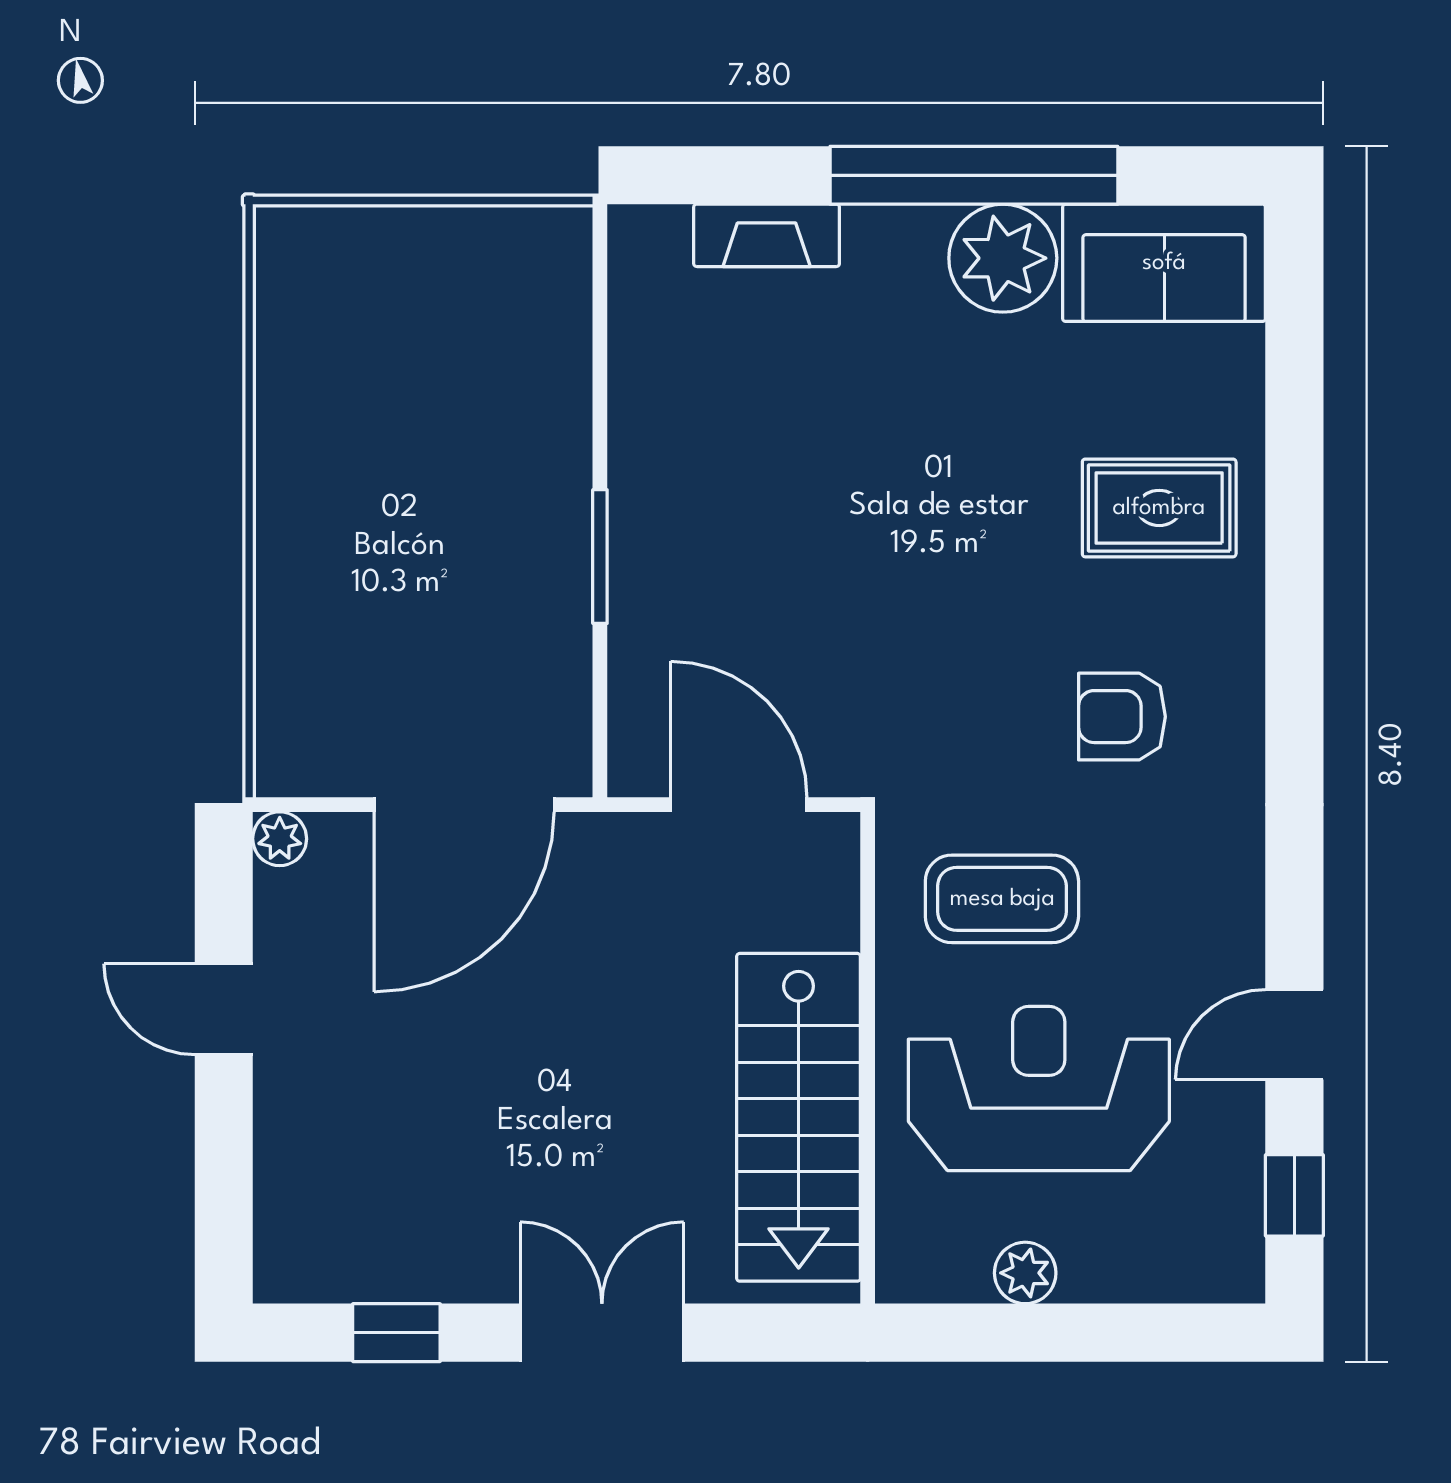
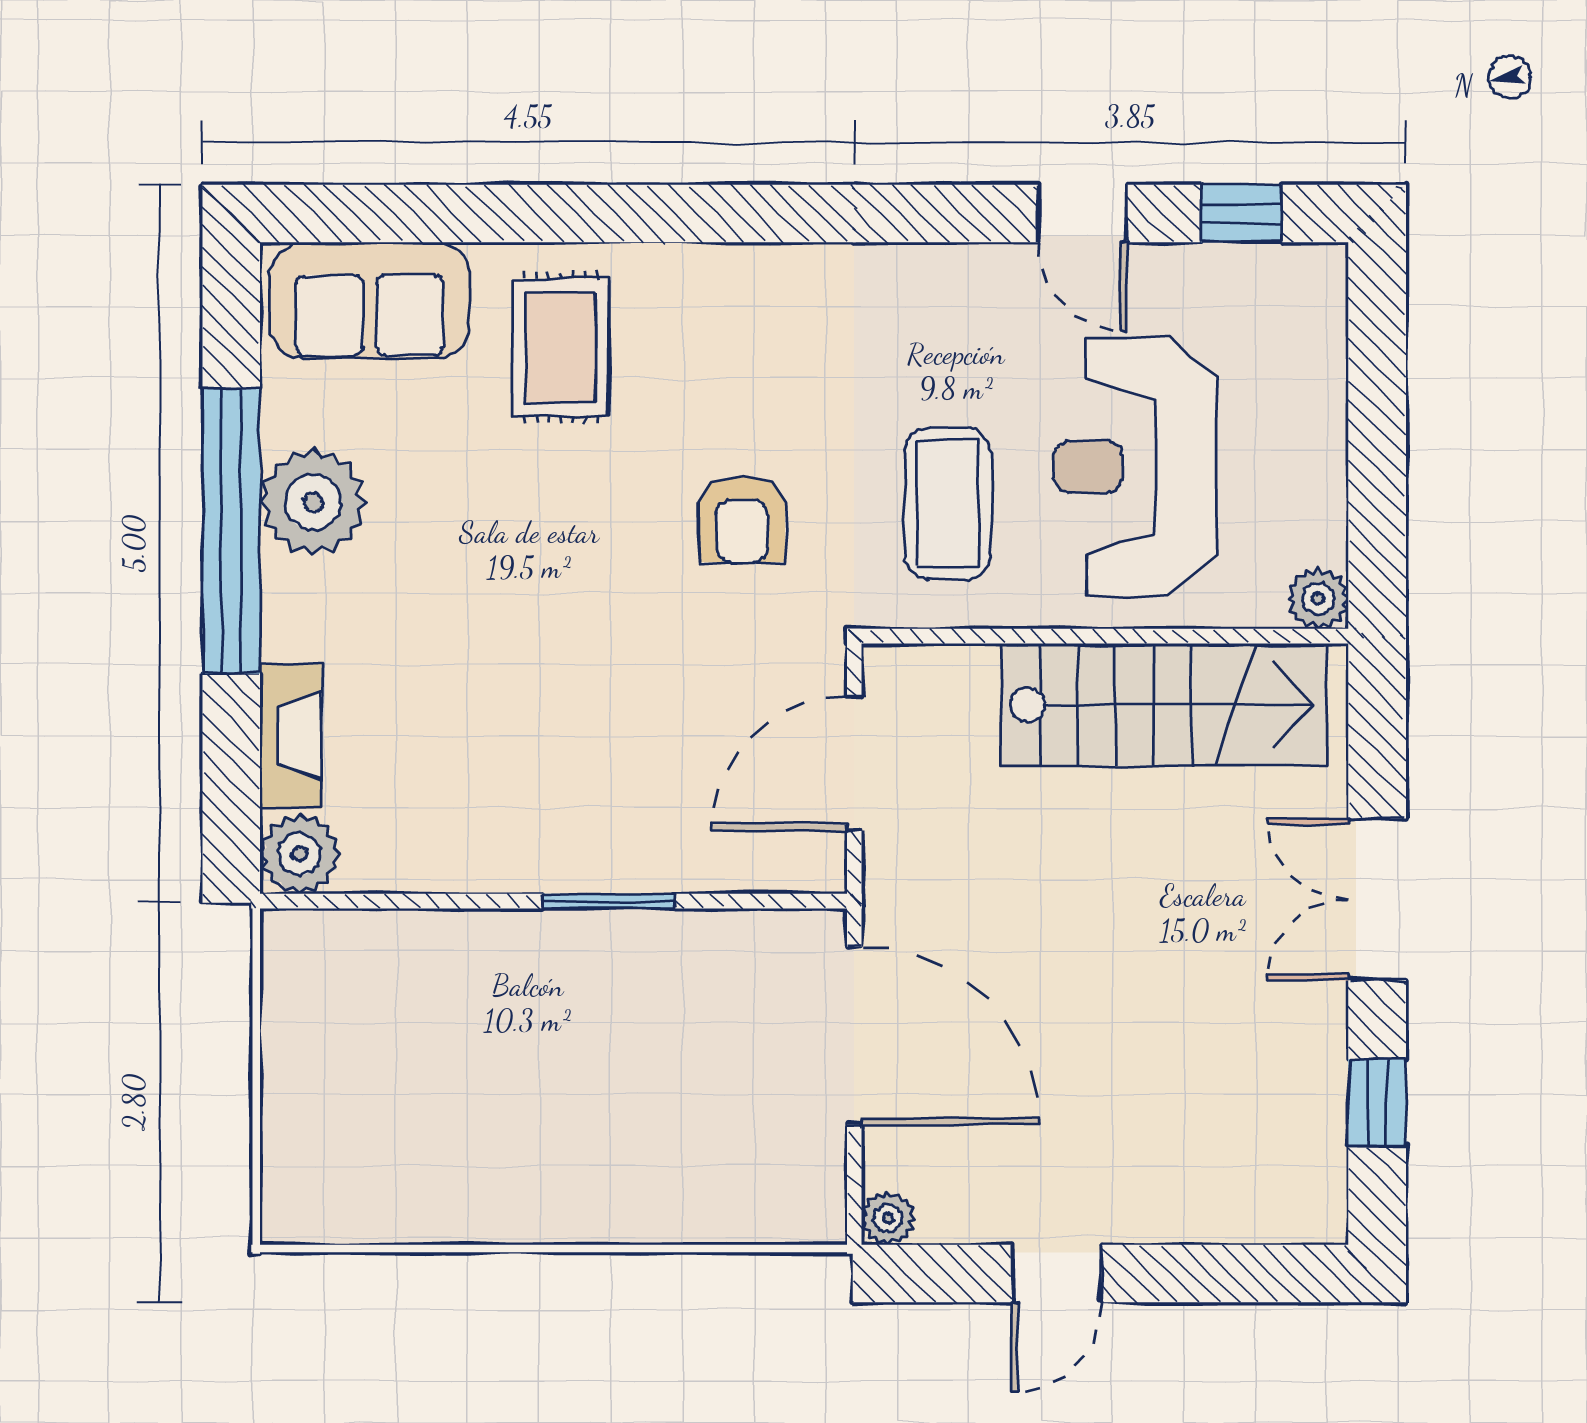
plant: (648, 245) -> (300, 854), added
sofa: (1164, 263) -> (370, 300), moved, turned 90
armchair: (1122, 717) -> (742, 519), moved
plant: (1025, 1273) -> (1318, 599), moved

